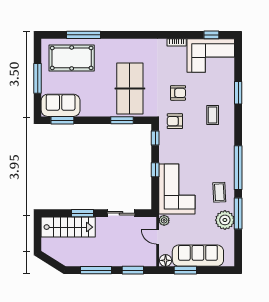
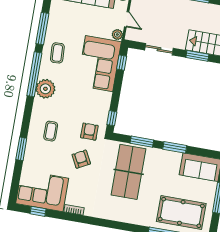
armchair: (178, 93) -> (81, 159), turned 62
window: (62, 120) -> (175, 147), moved
armchair: (175, 121) -> (89, 132), turned -90
window: (155, 170) -> (122, 63), moved
plant: (225, 220) -> (45, 89), moved

